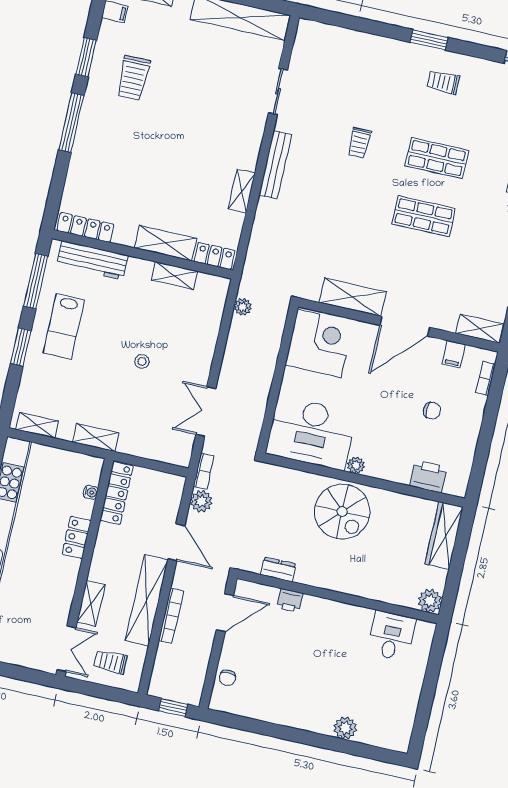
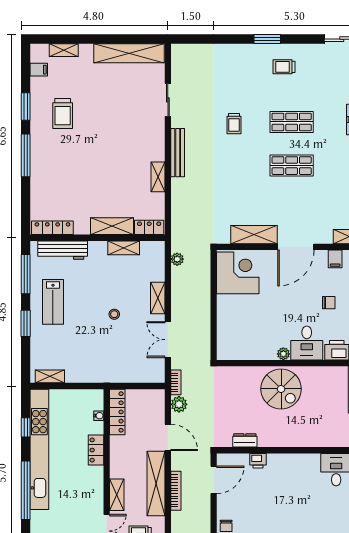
desk: (311, 433) -> (307, 343), moved, width x0.53, depth x0.77
shelving: (96, 438) -> (158, 298), moved, turned 90

